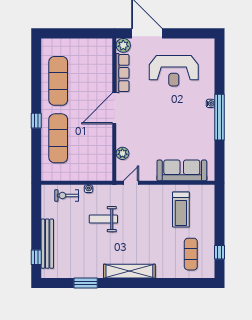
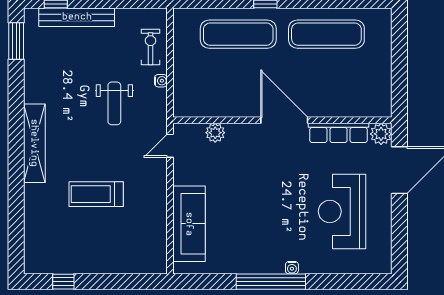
door: (131, 183) -> (170, 146), swing flipped
treadmill: (181, 210) -> (96, 194), moved
weight bench: (103, 219) -> (114, 103), turned 180
exercise mat: (191, 254) -> (61, 238), removed
window: (86, 283) -> (16, 41), moved

